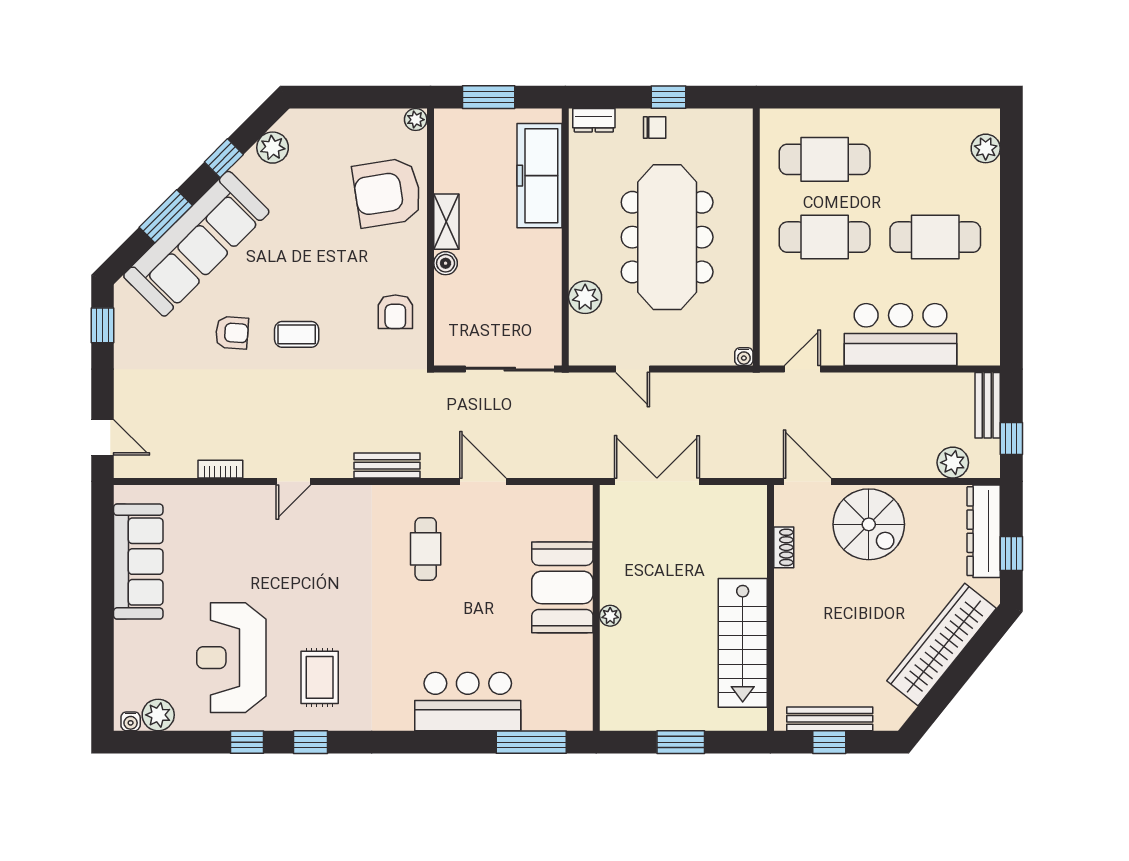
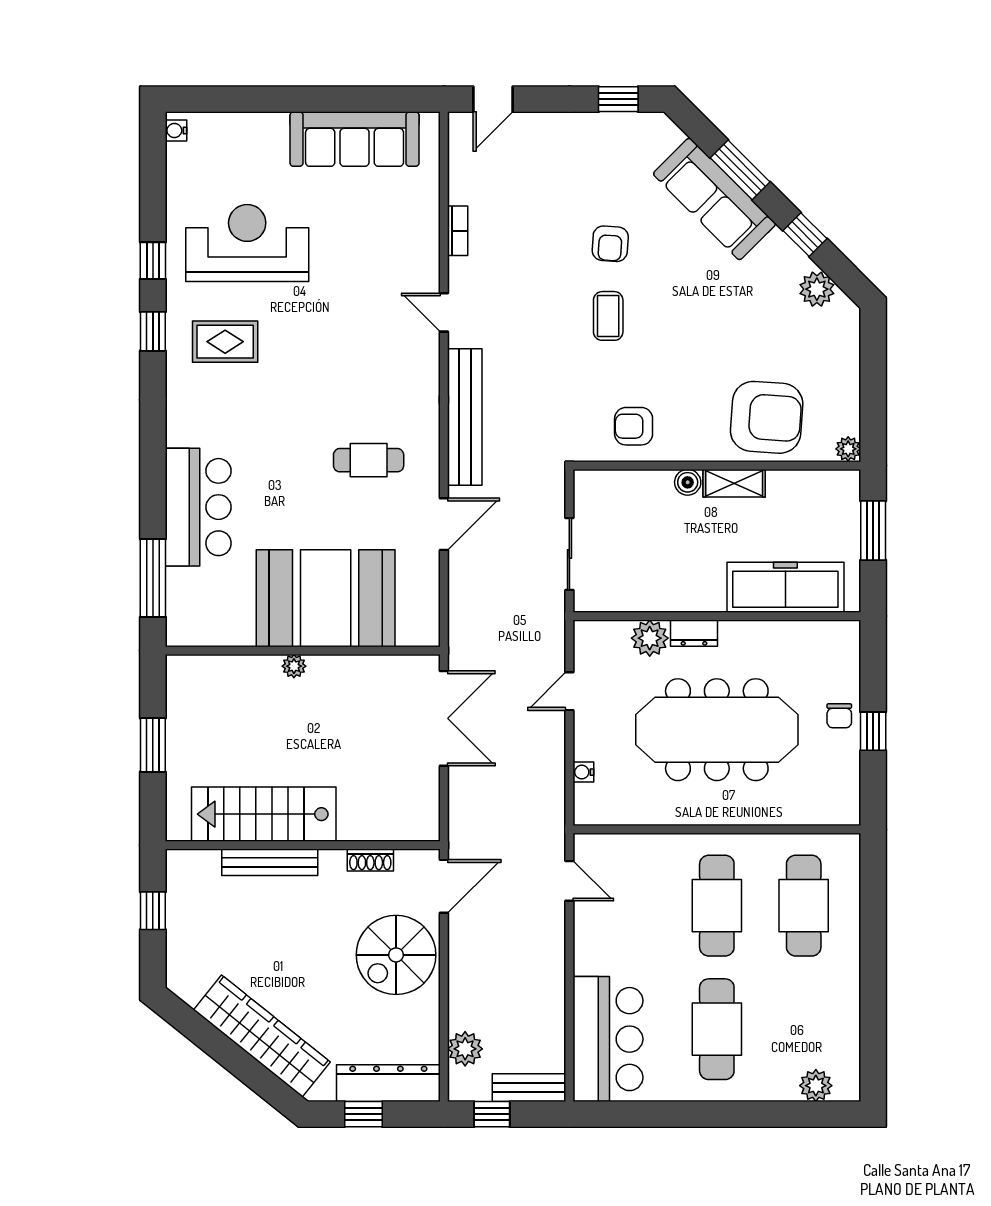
dresser: (594, 120) -> (694, 633), moved, turned -90
armchair: (387, 193) -> (767, 417), turned 103
sofa: (196, 244) -> (714, 199), width x0.74, depth x0.79
bar counter: (901, 335) -> (608, 1039), moved
water cooler: (744, 357) -> (583, 772), moved
sliding door: (510, 369) -> (569, 554), width x0.73
bench: (387, 466) -> (465, 417), width x1.86, depth x1.21
booth: (562, 587) -> (326, 598), width x1.36, depth x1.42
plant: (158, 715) -> (183, 161), removed
bench: (830, 719) -> (270, 862), moved, turned 90

